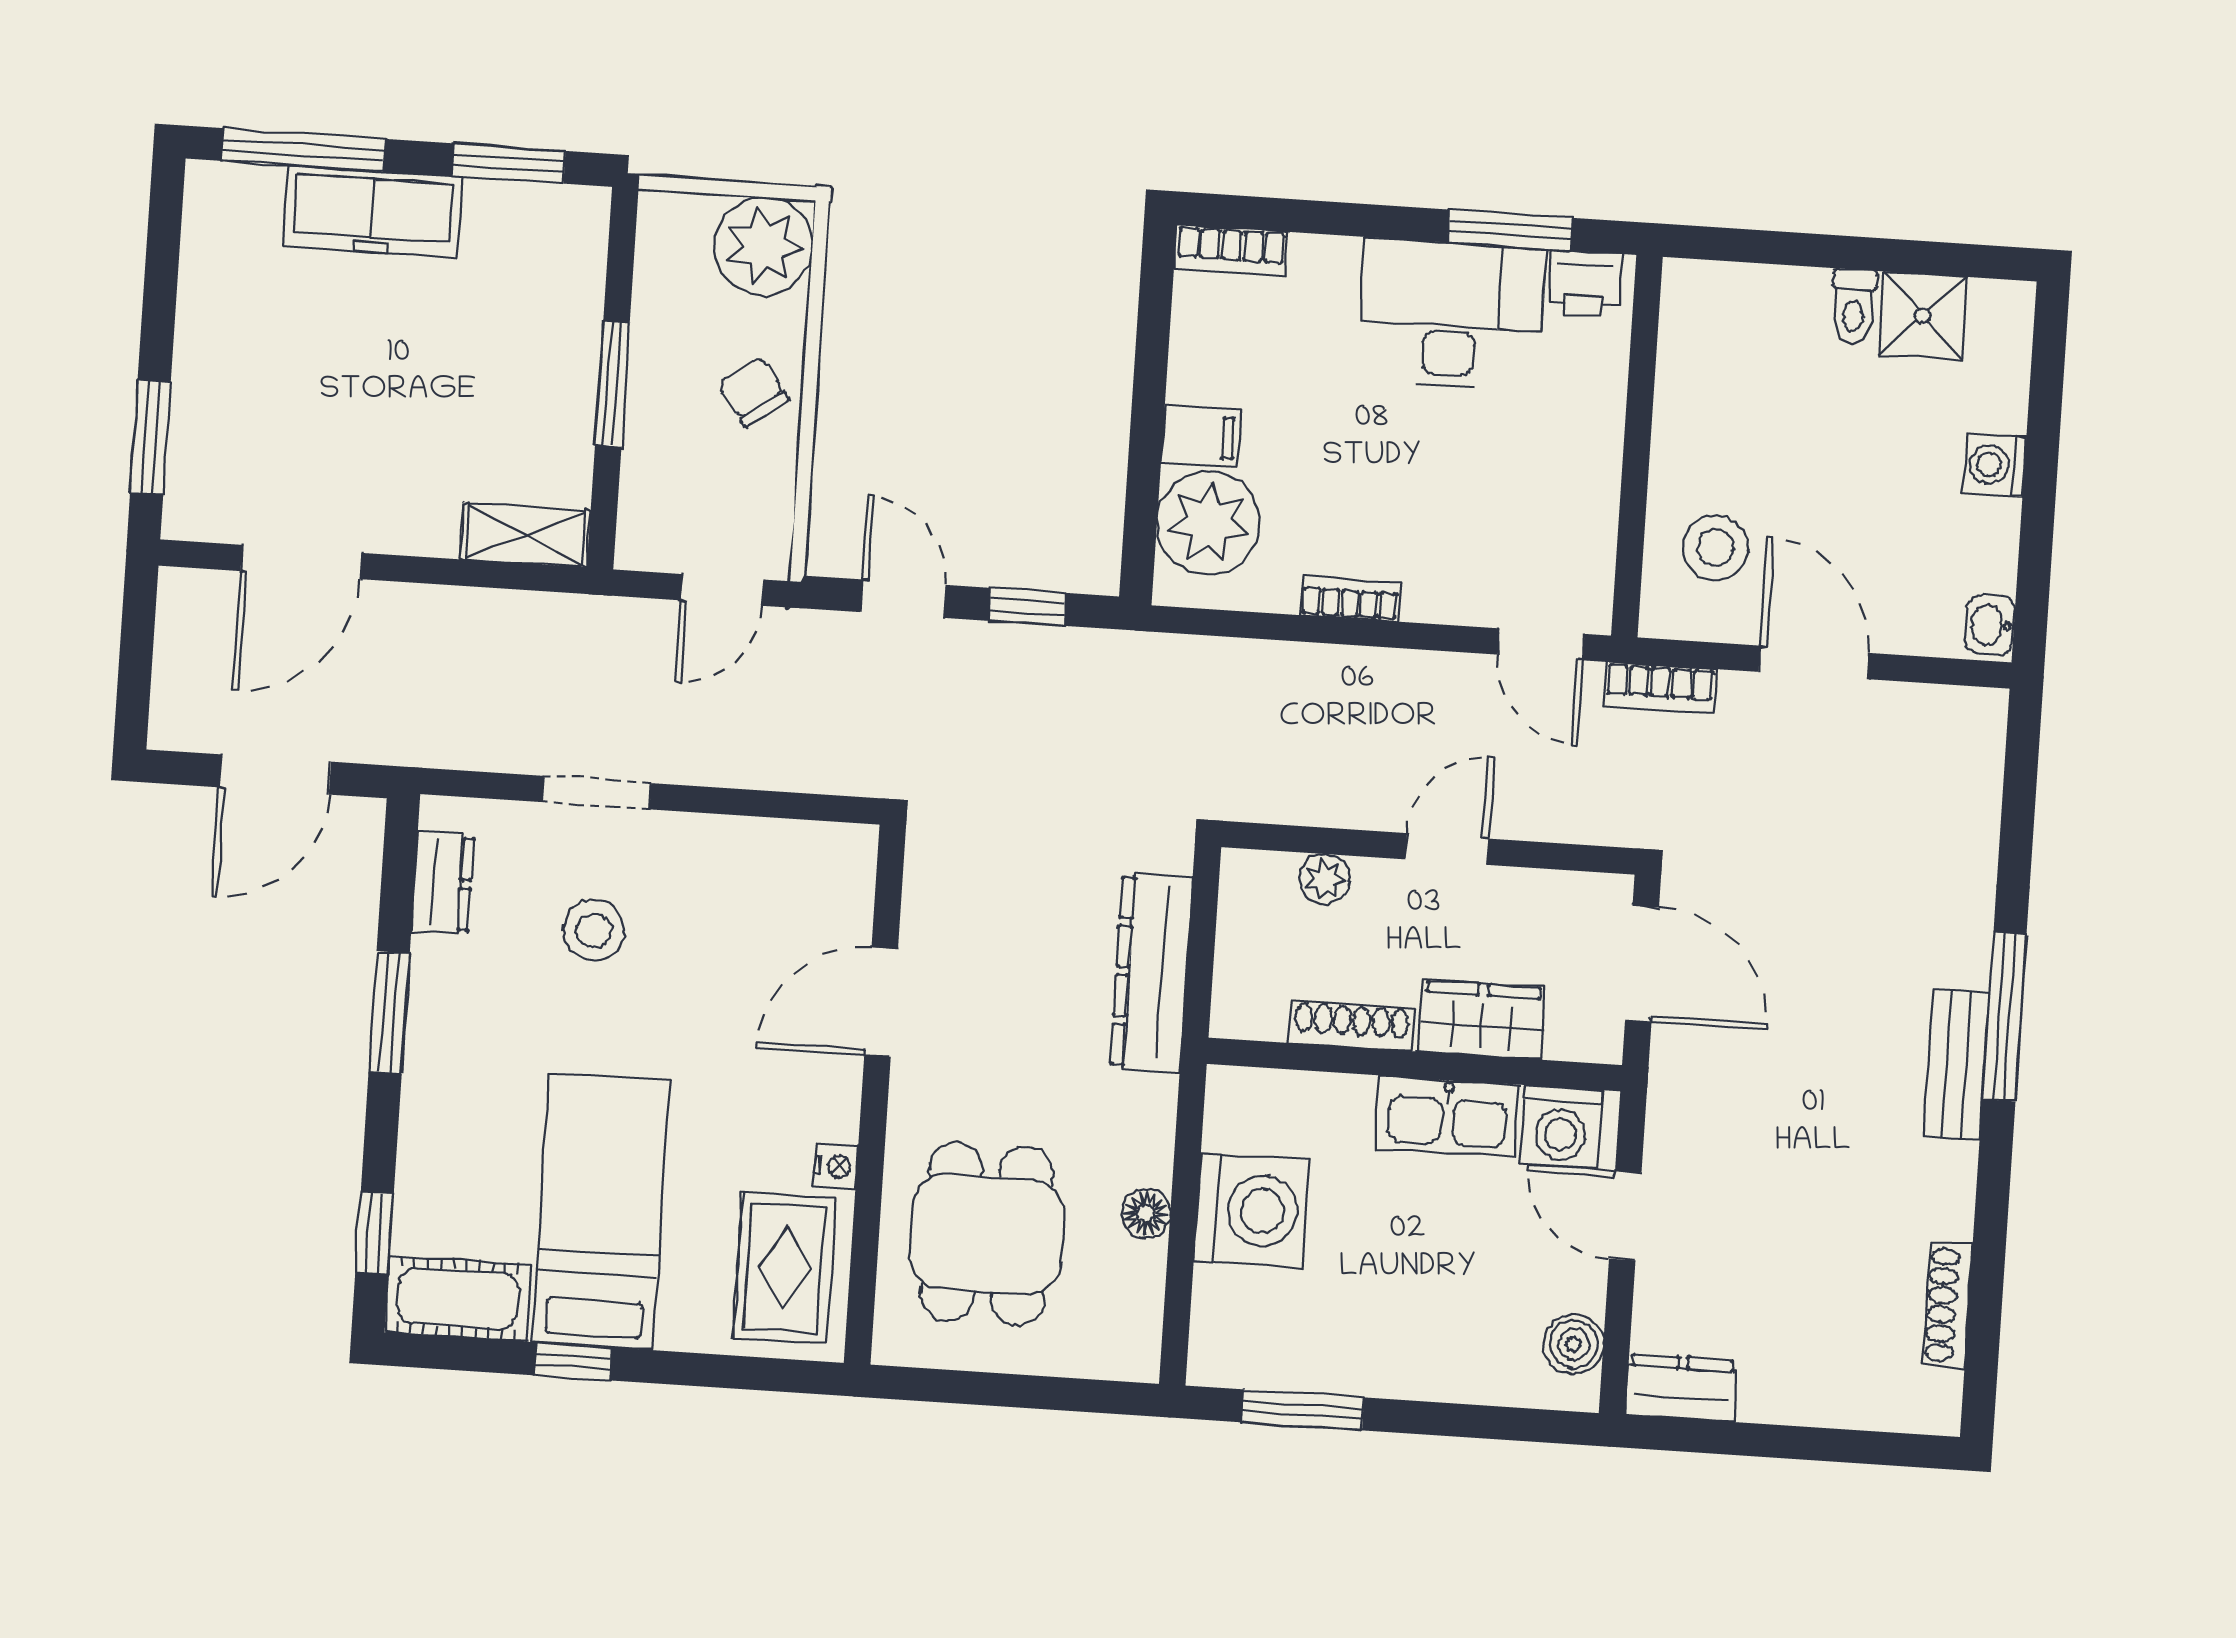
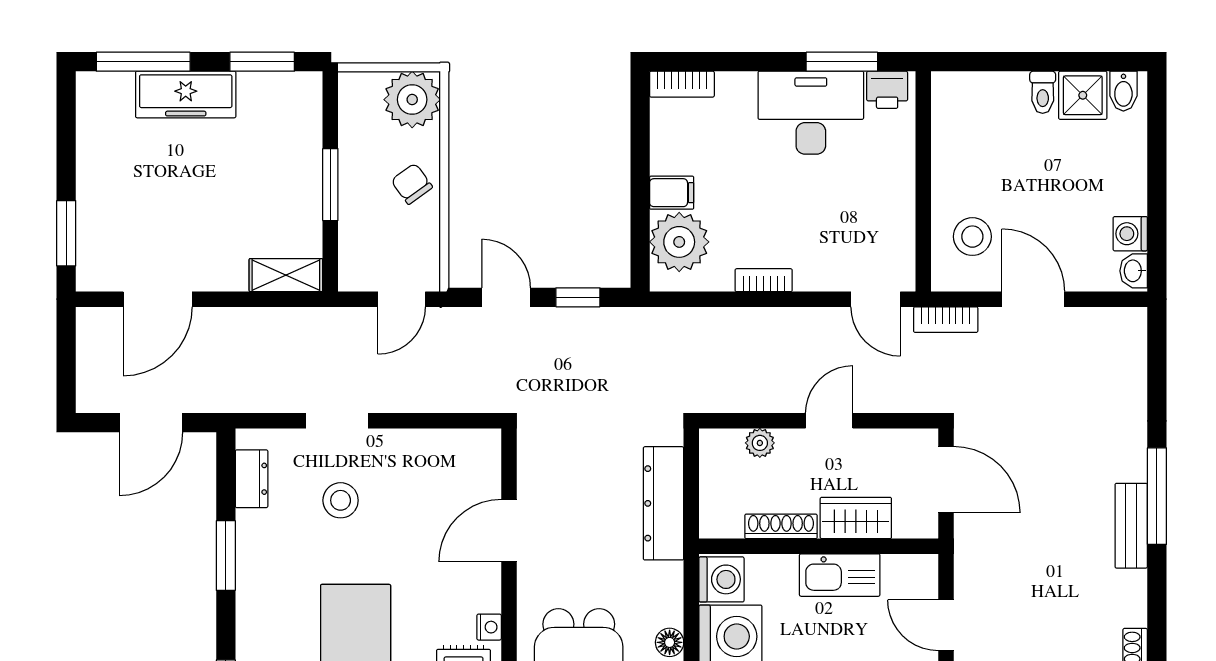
bidet: (1993, 313) -> (1123, 91), added
washing machine: (1995, 465) -> (1130, 234), moved
washing machine: (1561, 1127) -> (721, 579), moved, turned -90

